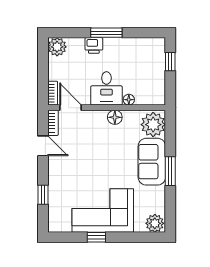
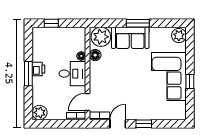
printer: (94, 45) -> (38, 69), moved
floor lamp: (115, 117) -> (95, 55), moved
window: (43, 195) -> (144, 124), moved

